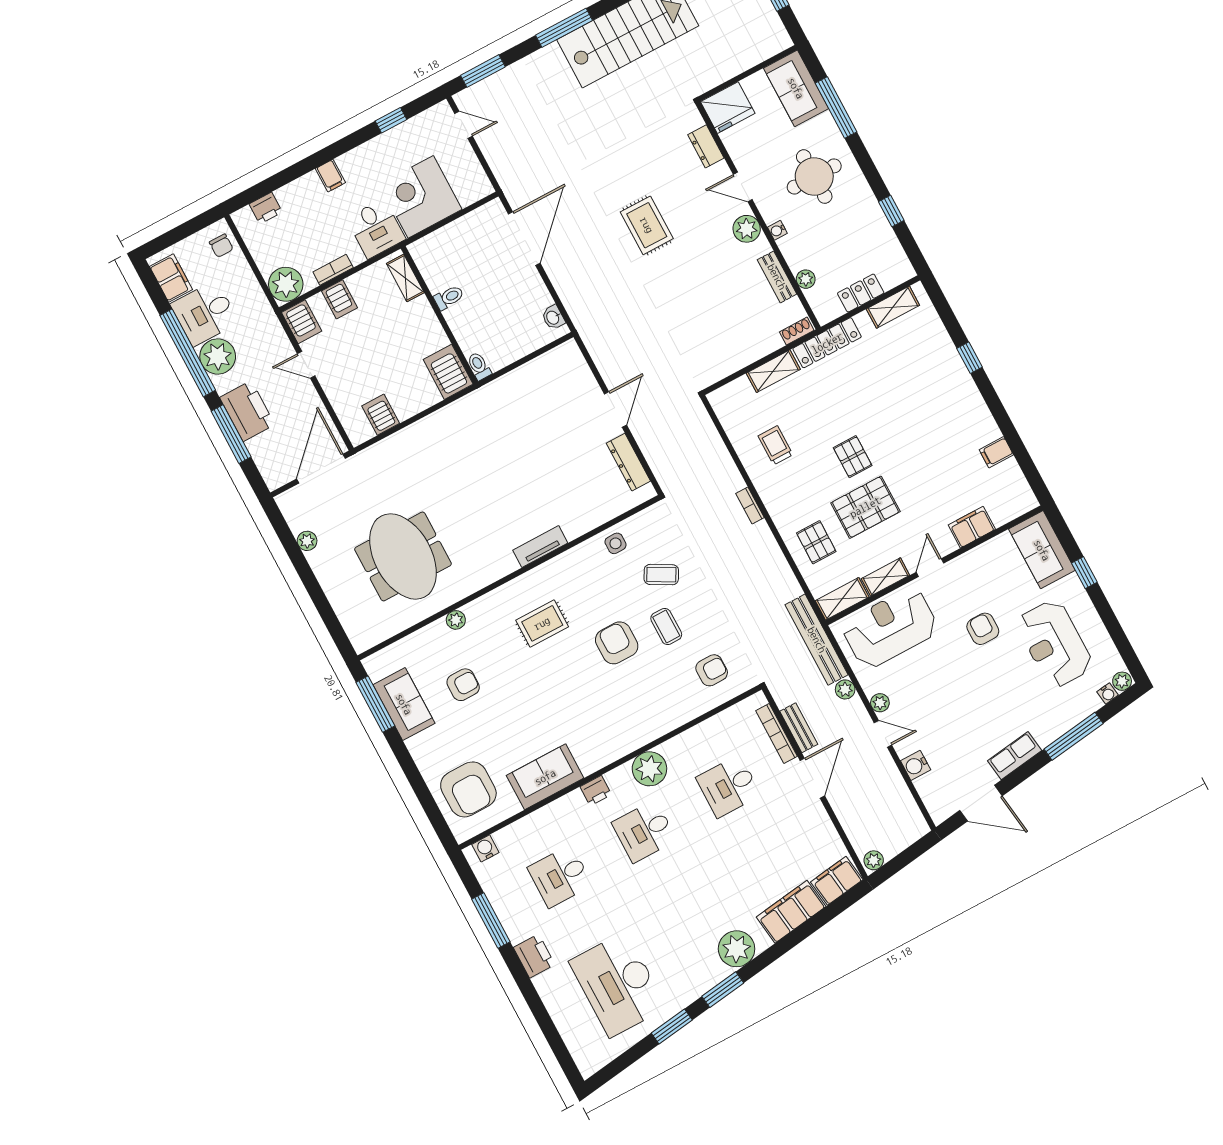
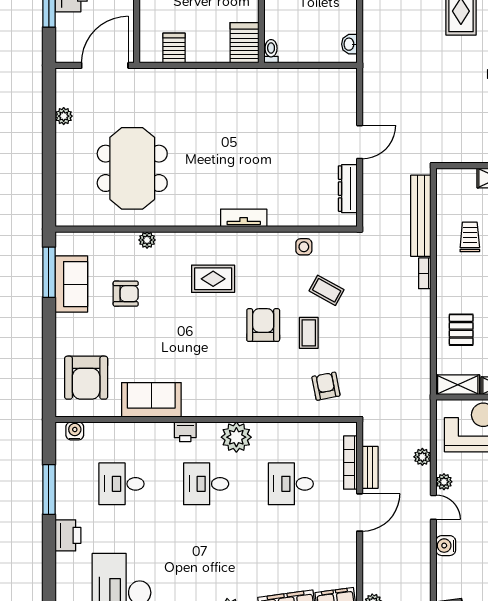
bench: (817, 640) -> (421, 216), moved
armchair: (712, 670) -> (326, 386), turned -101

